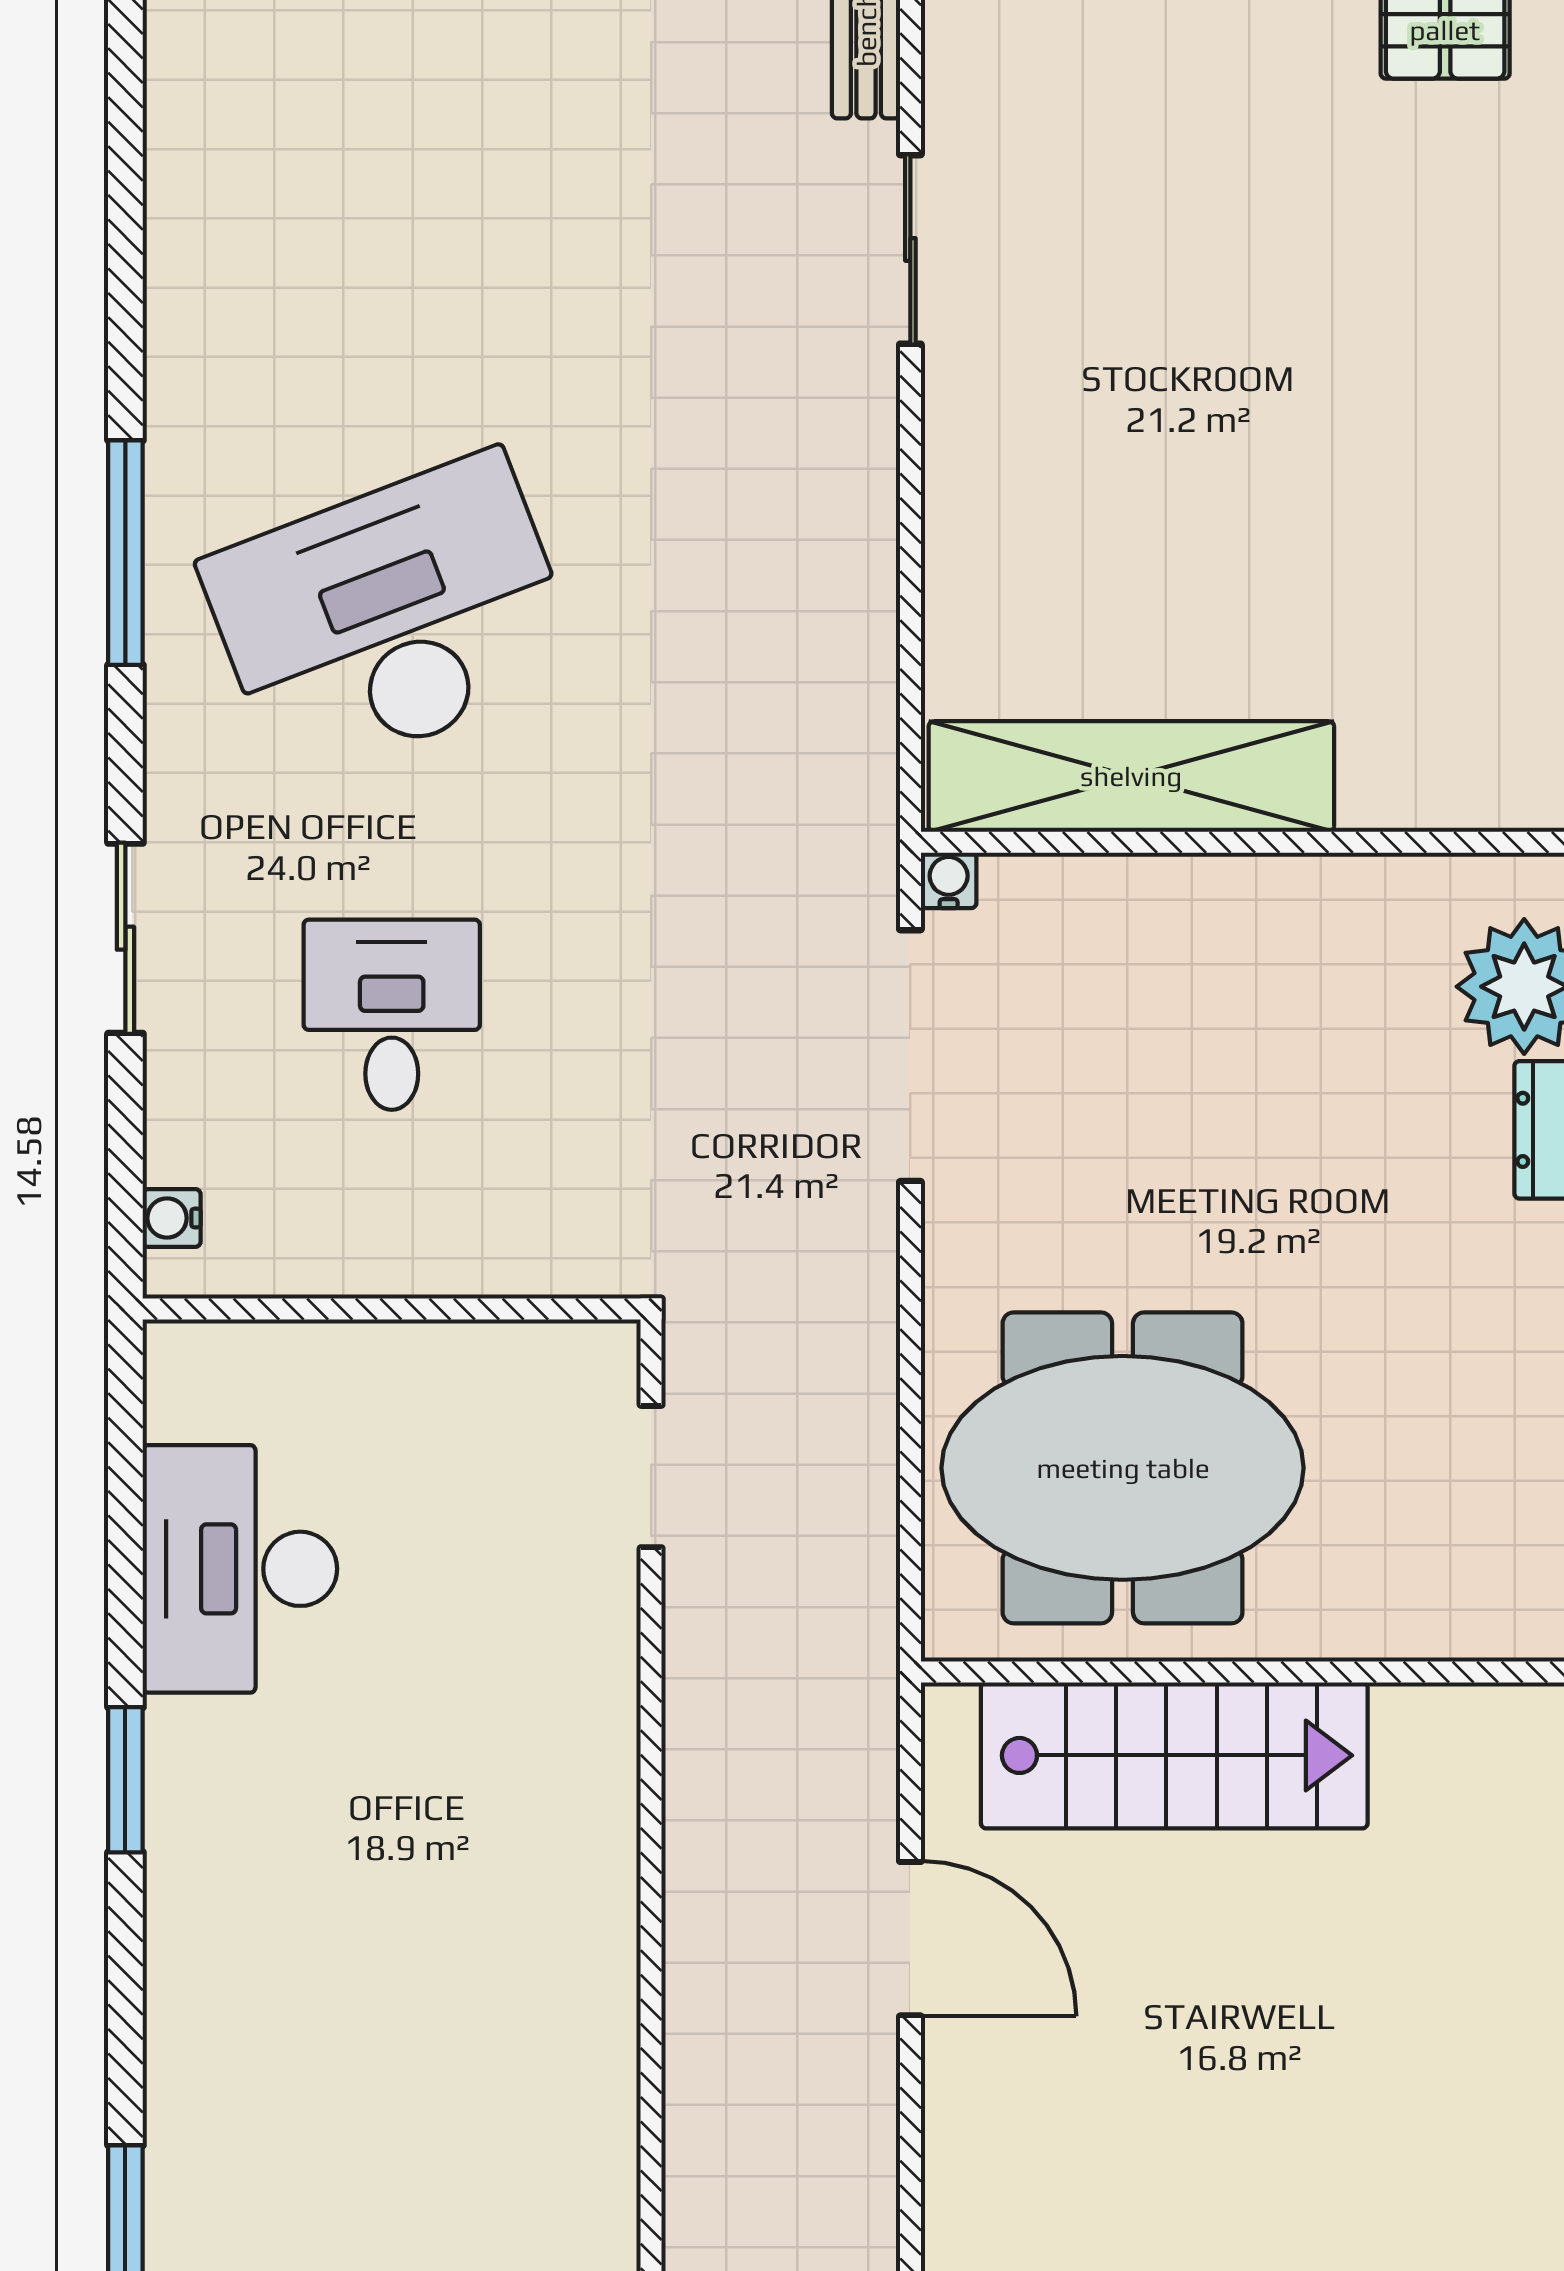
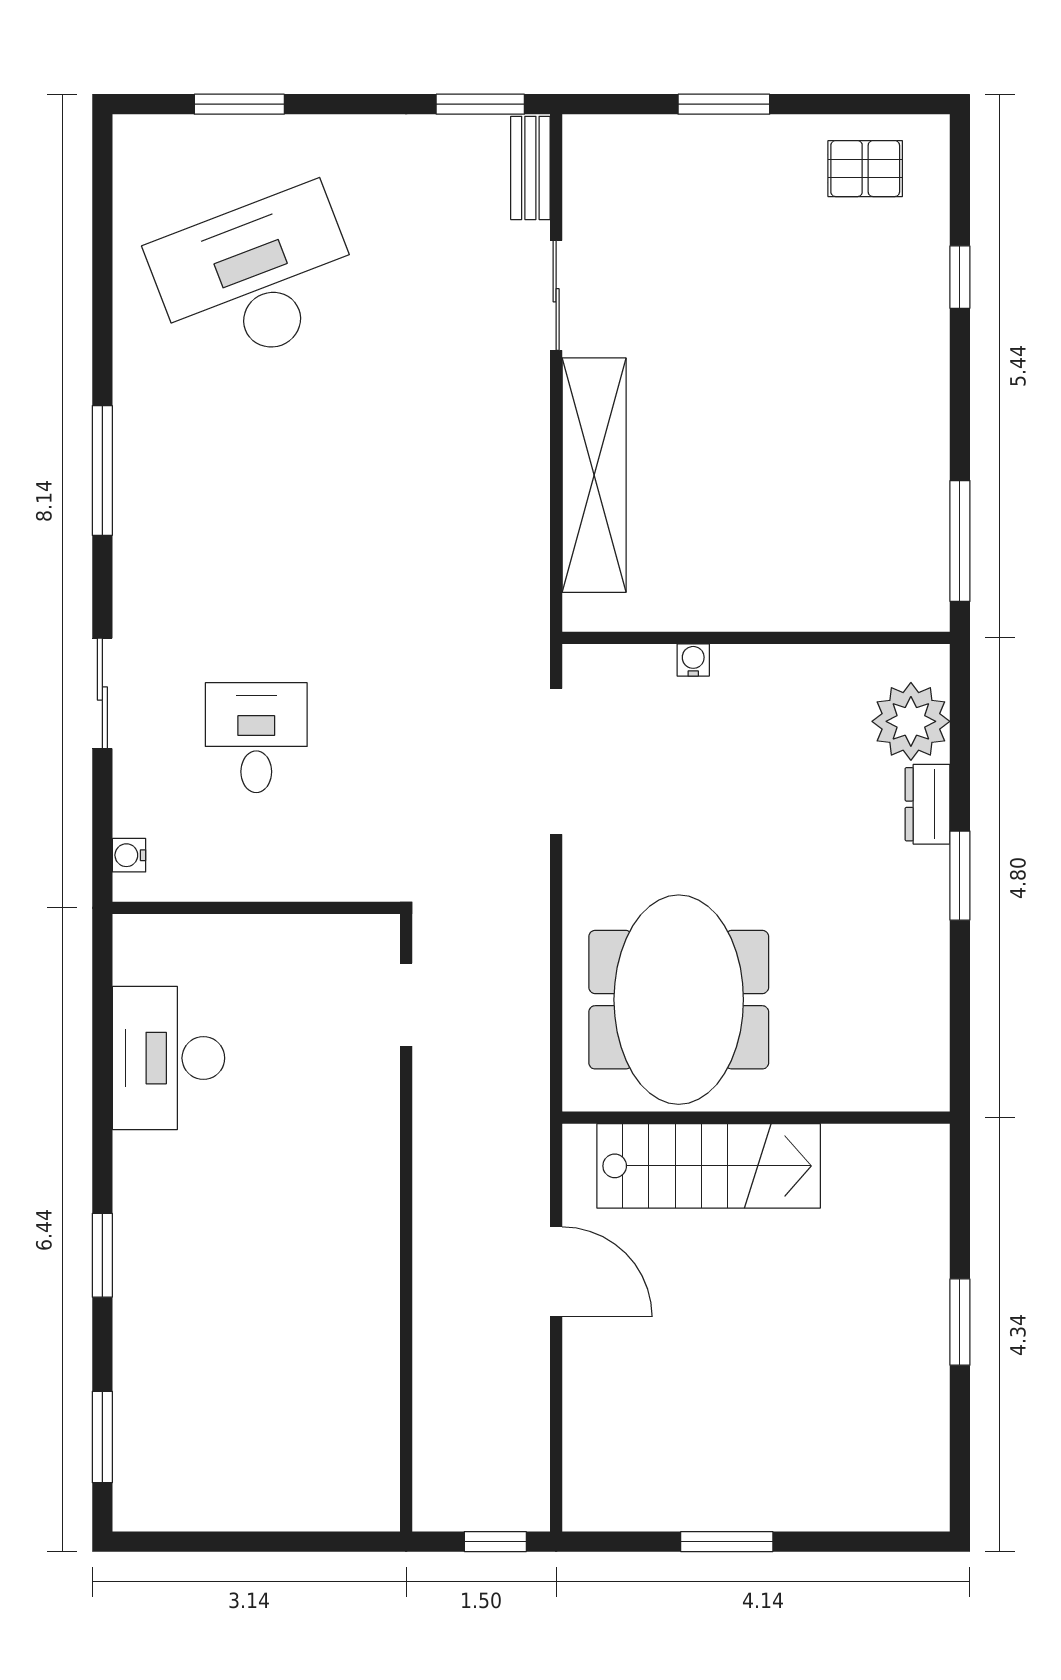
desk: (392, 617) -> (256, 278), moved
shelving: (1131, 776) -> (594, 475), moved, turned 90
water cooler: (949, 880) -> (693, 660), moved
meeting table: (1123, 1468) -> (679, 1000), turned 90
window: (125, 1780) -> (102, 1255), moved

